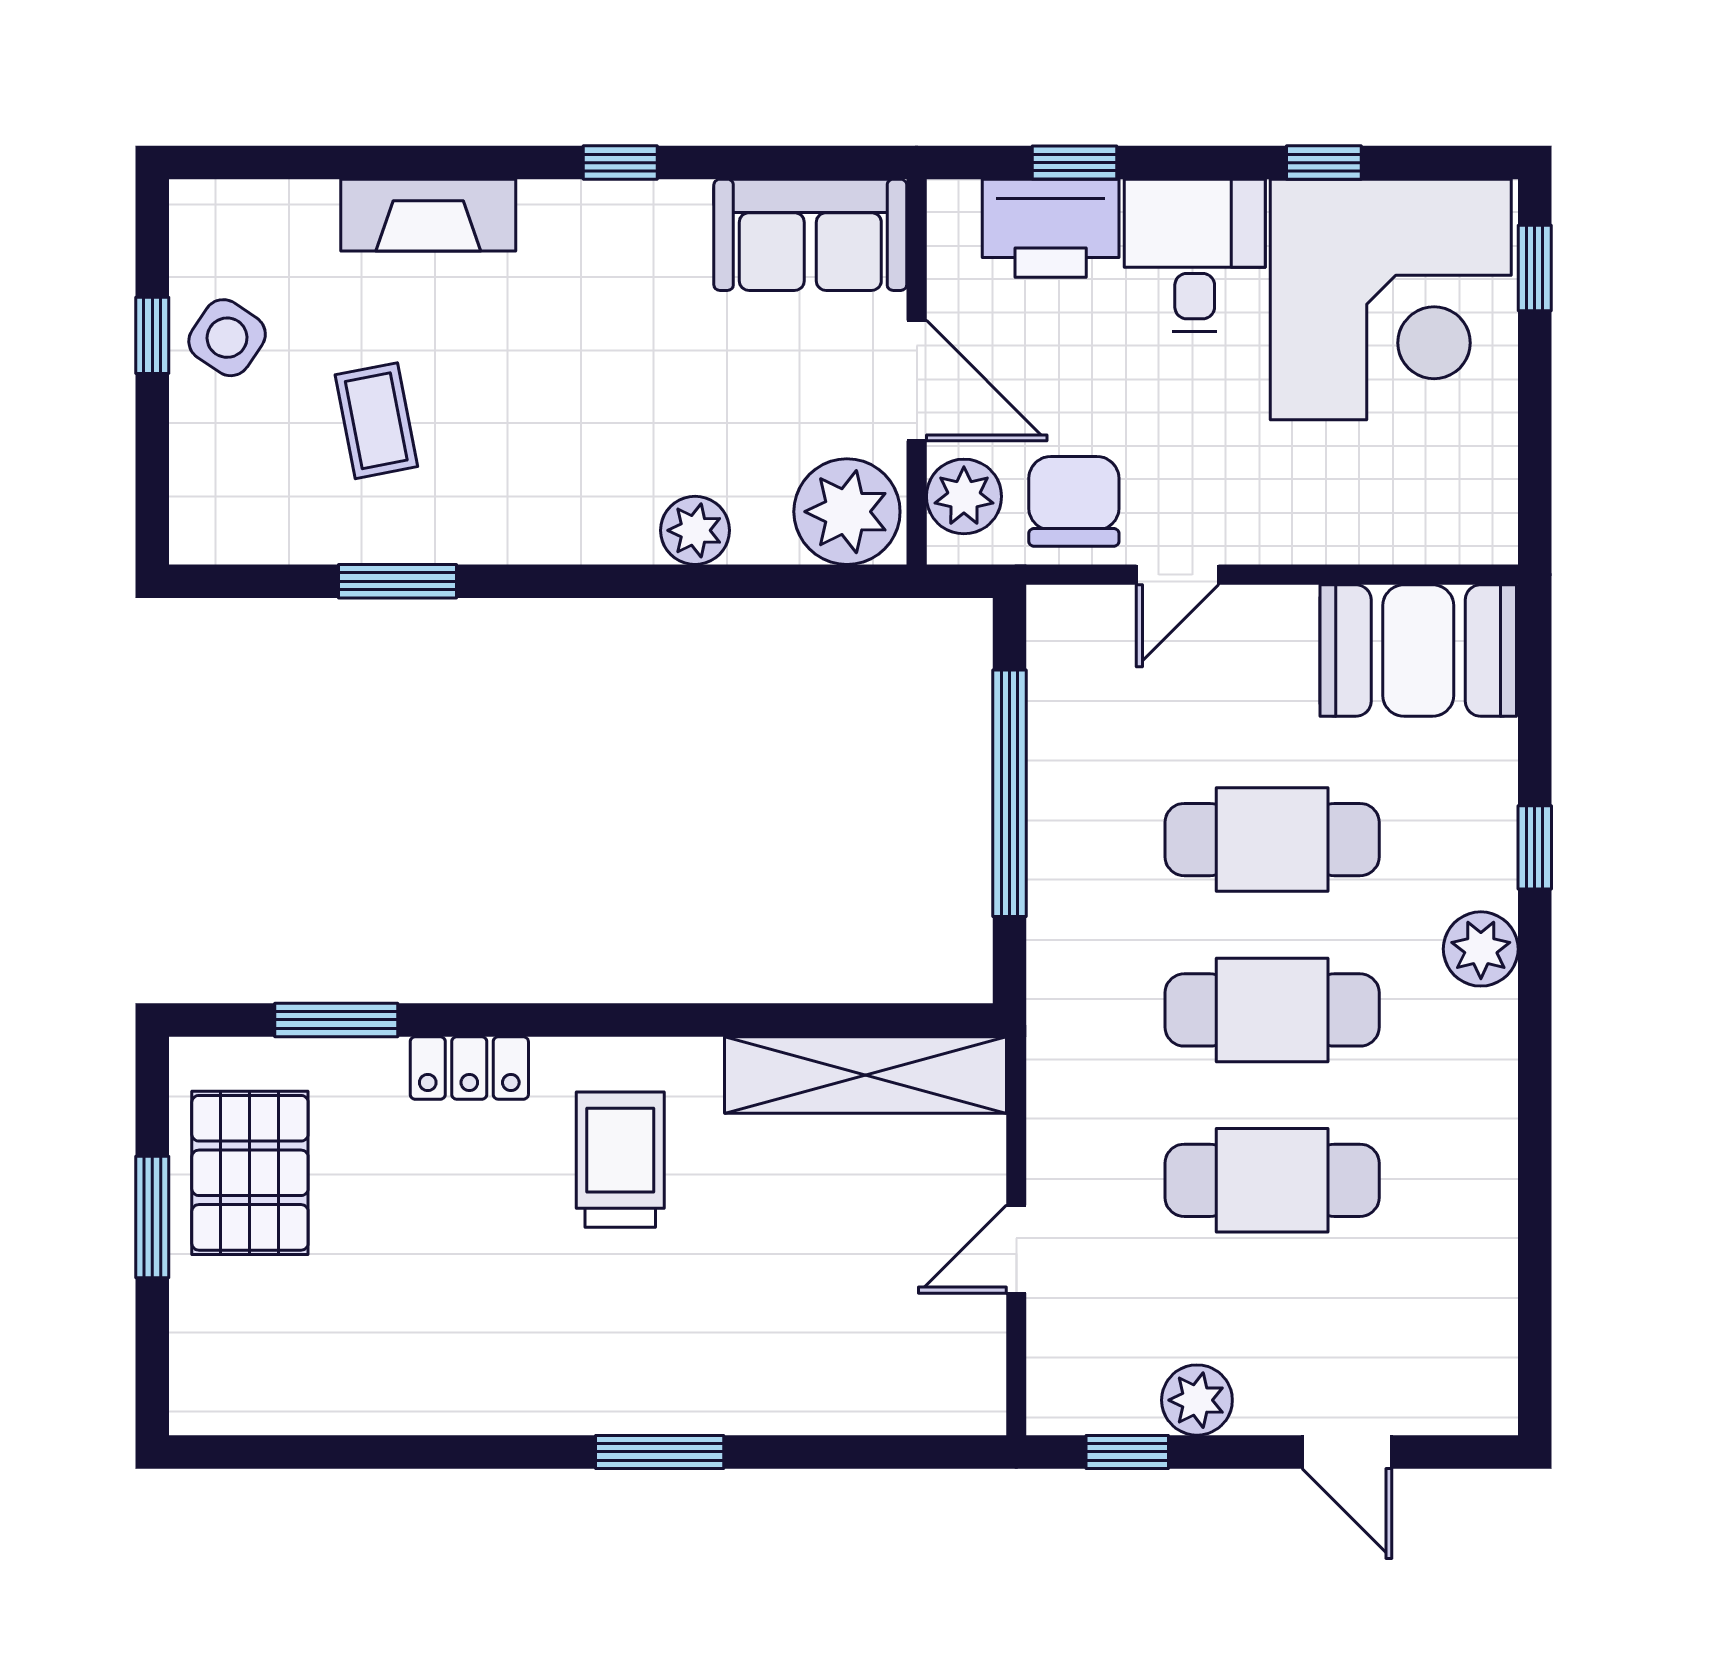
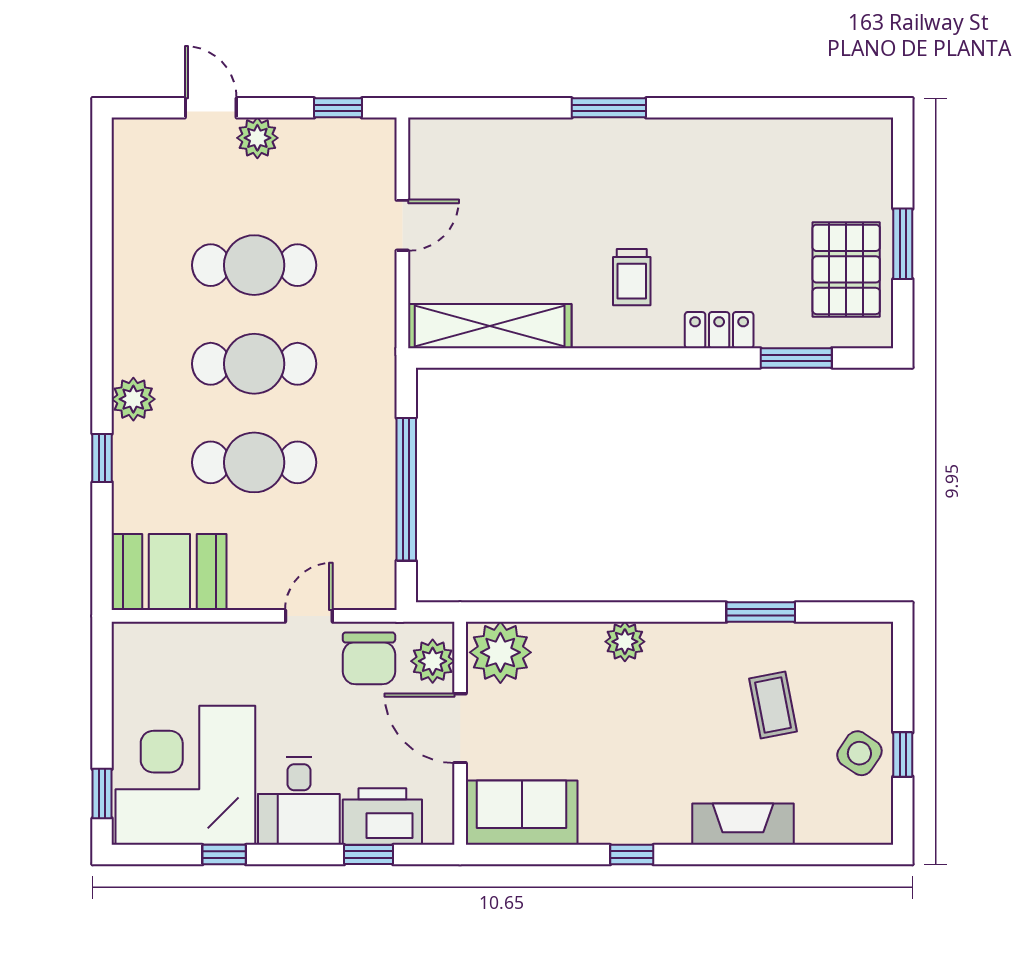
plant: (695, 530) -> (625, 642), moved
trolley: (620, 1160) -> (632, 277), width x0.73, depth x0.72
plant: (1197, 1400) -> (257, 138), moved

